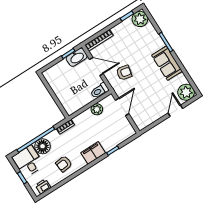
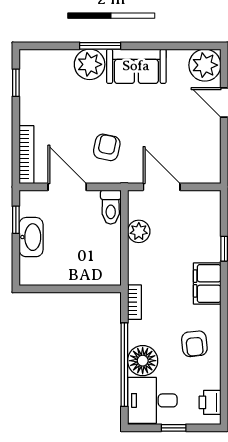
plant: (140, 19) -> (90, 64), moved
washbasin: (77, 57) -> (31, 237), moved
door: (96, 66) -> (67, 187), hinge flipped

